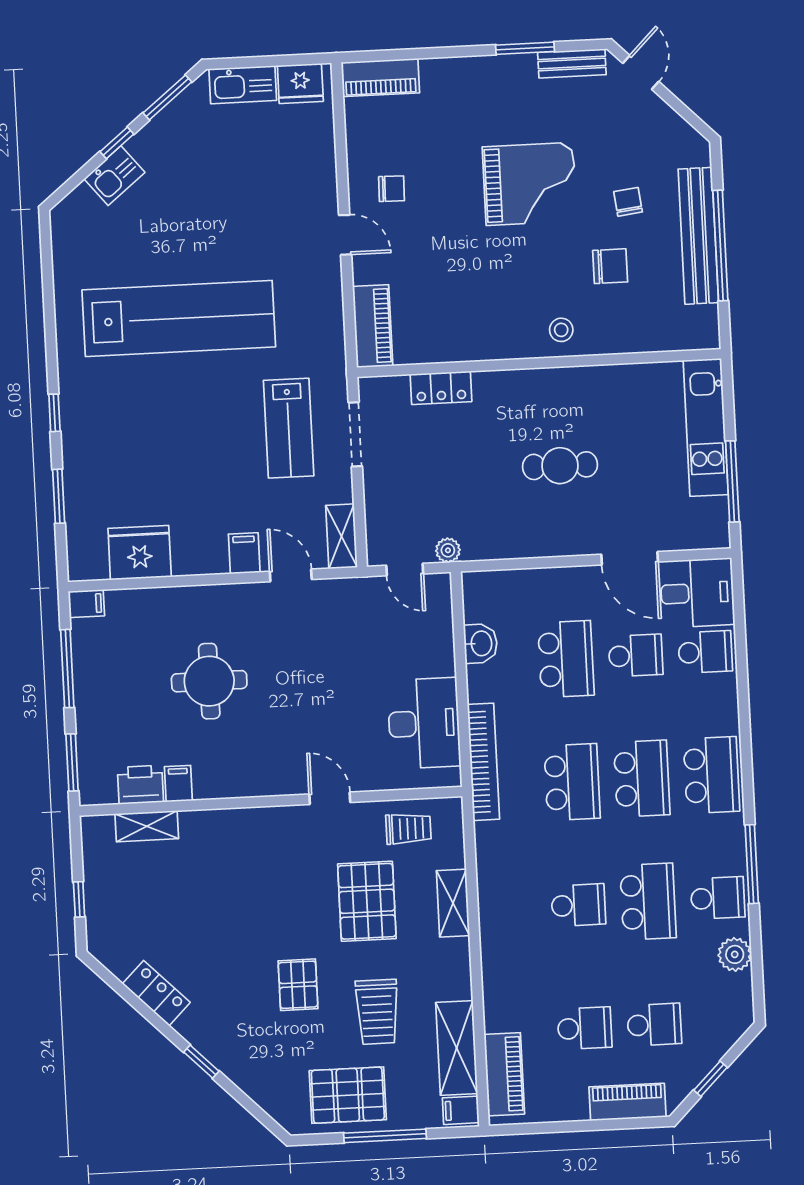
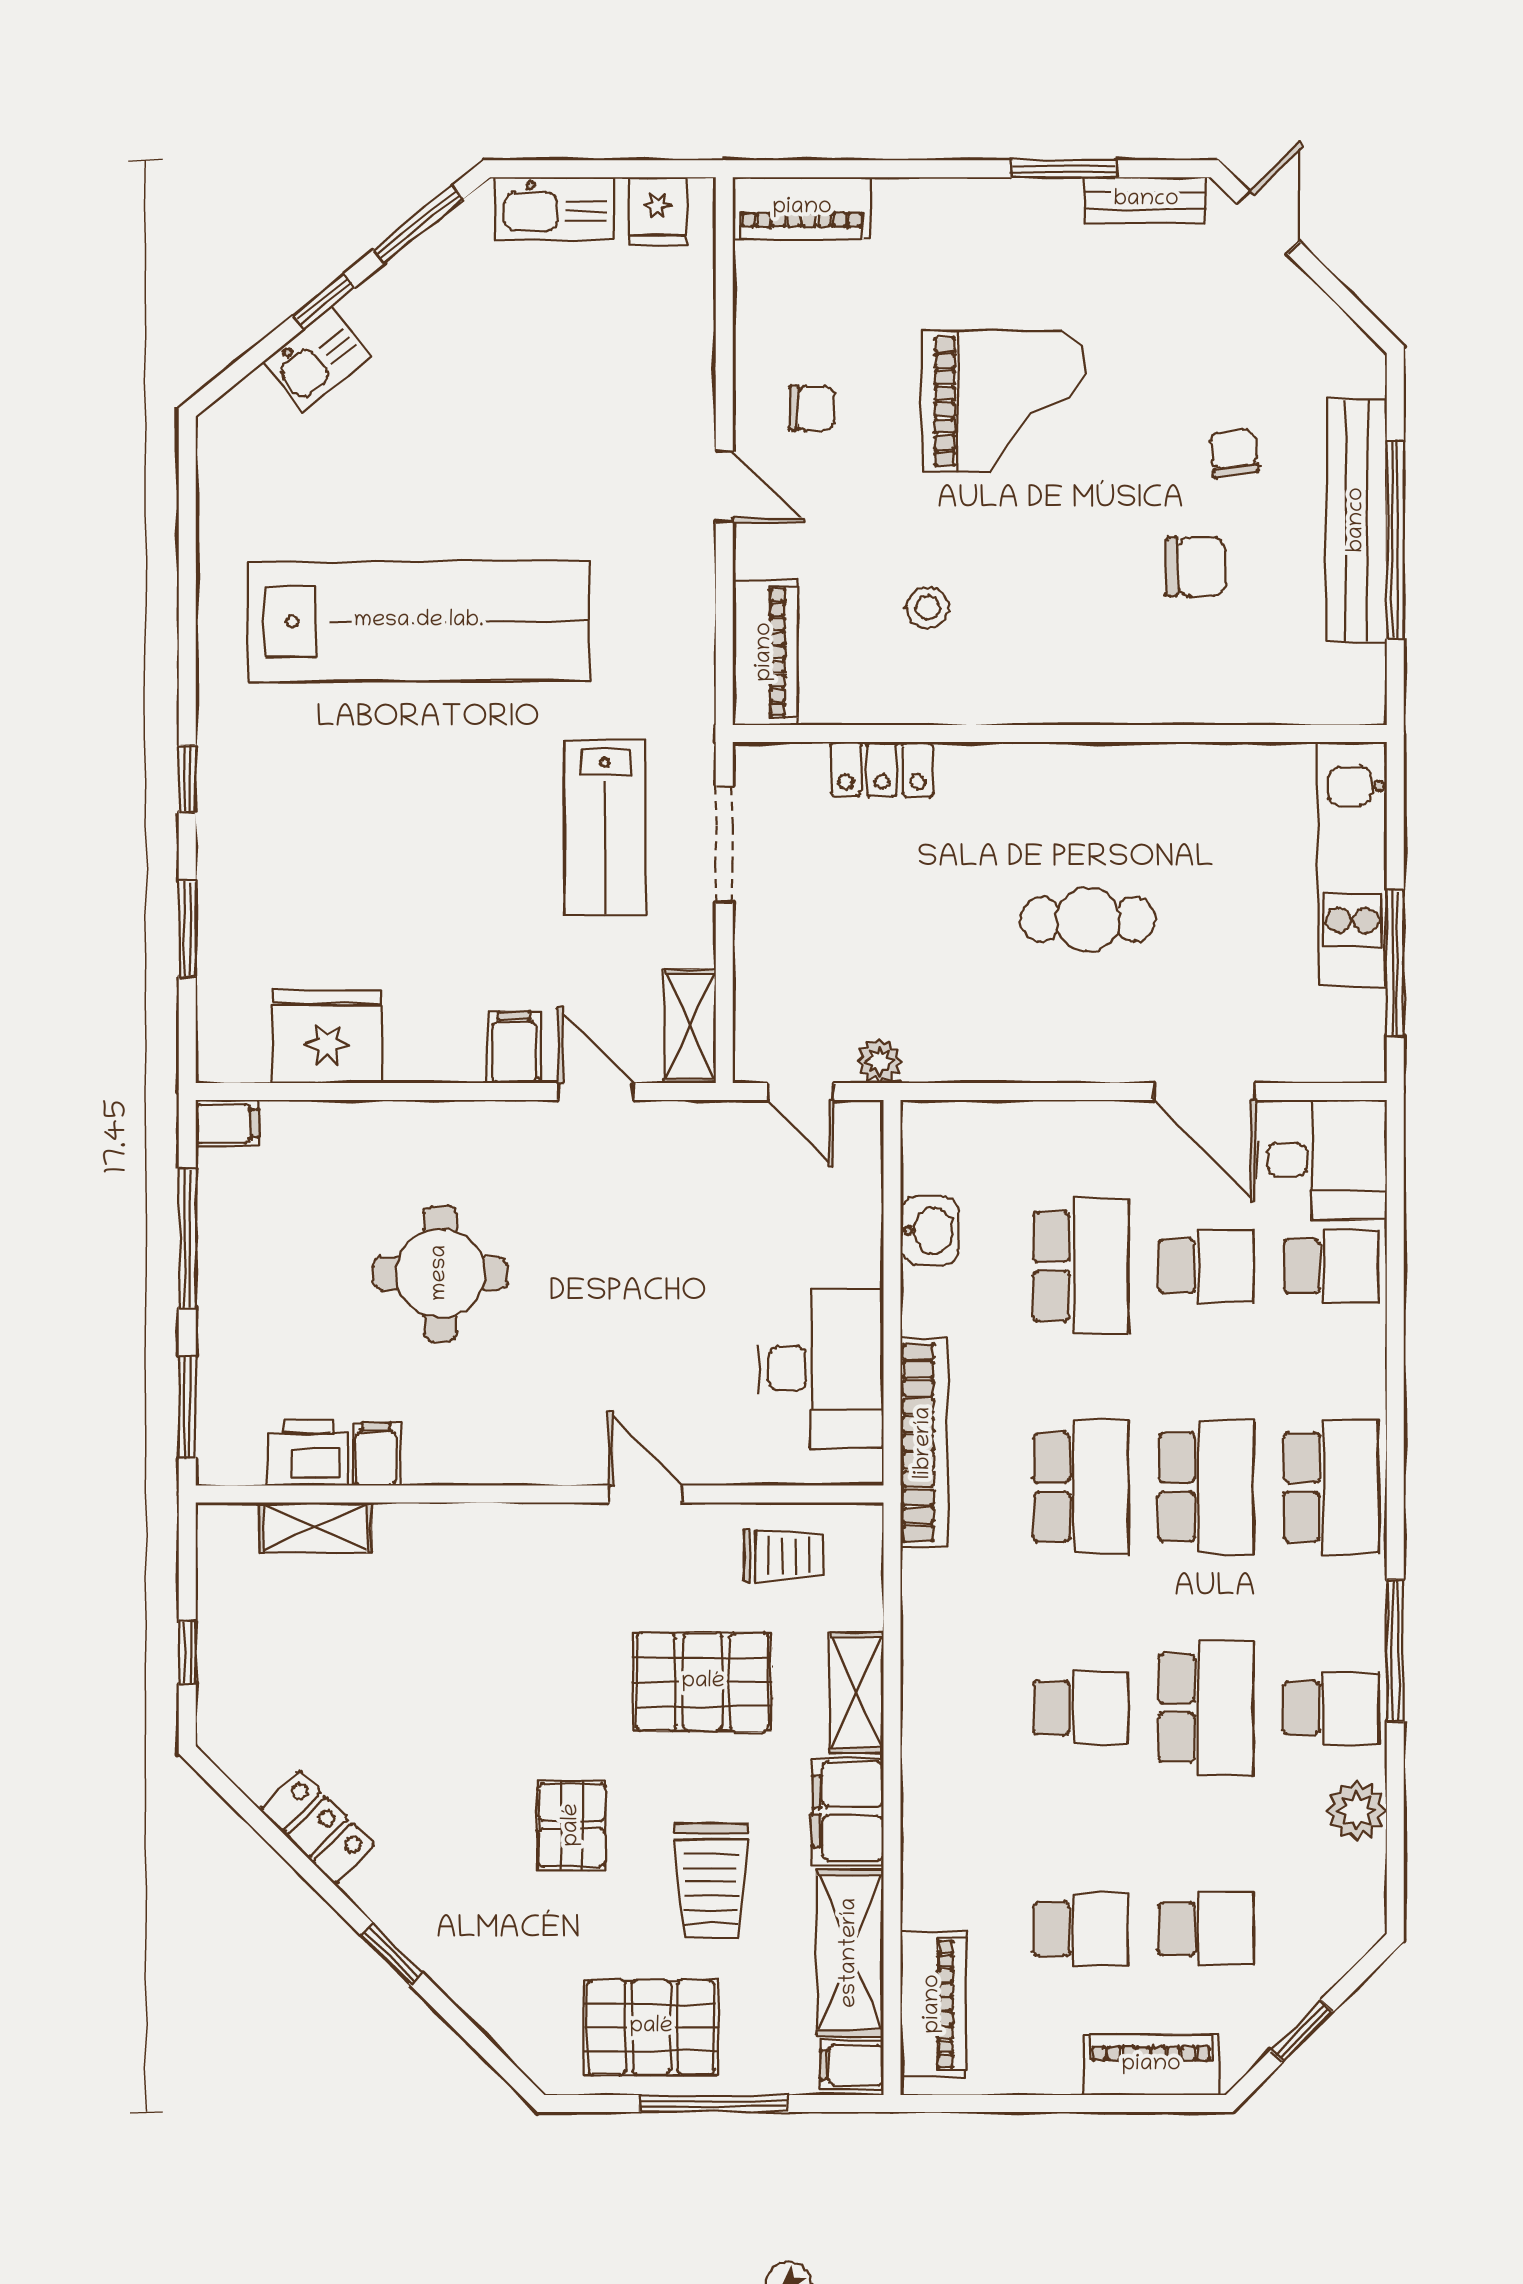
fridge: (300, 83) -> (658, 211), width x0.72
grand piano: (530, 184) -> (1004, 402), moved
stool: (561, 330) -> (928, 608), moved
pallet: (367, 901) -> (703, 1682), turned 90
filing cabinet: (451, 969) -> (848, 1811), added

